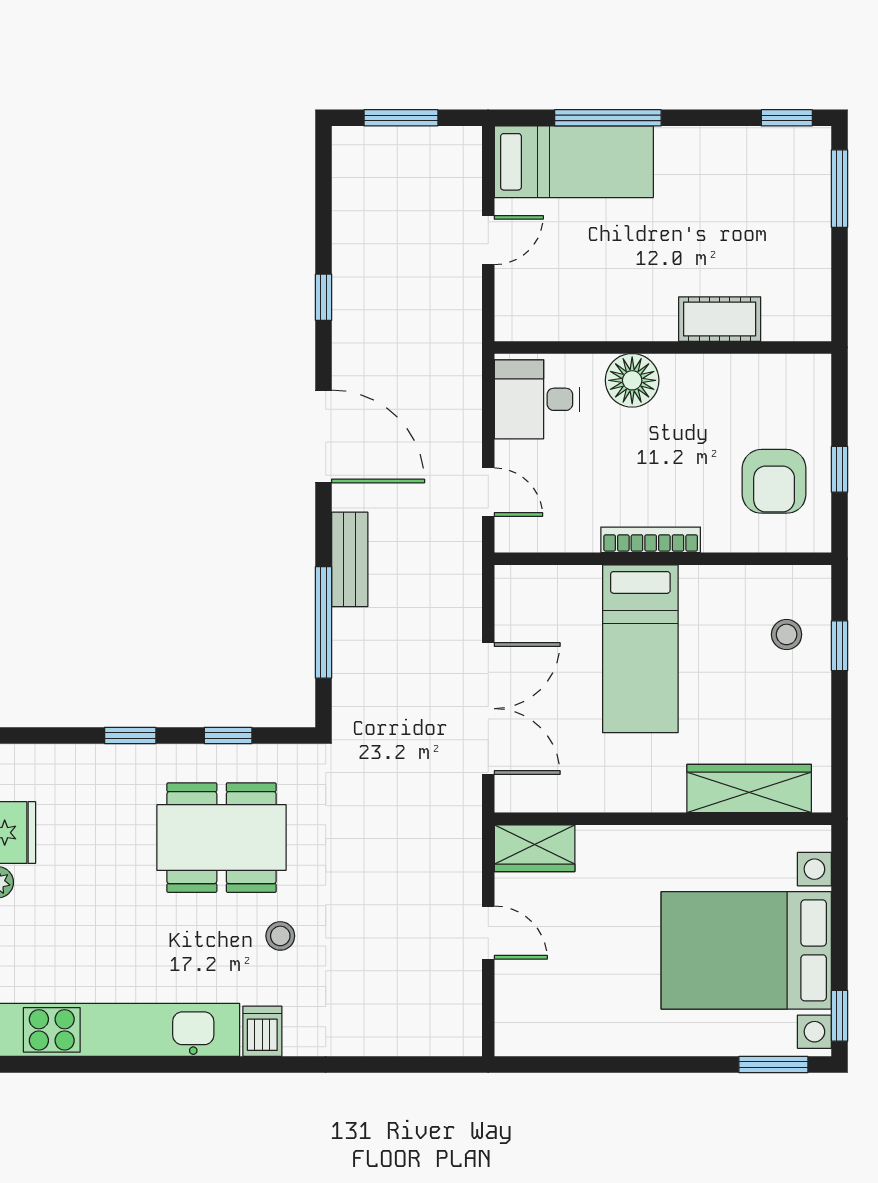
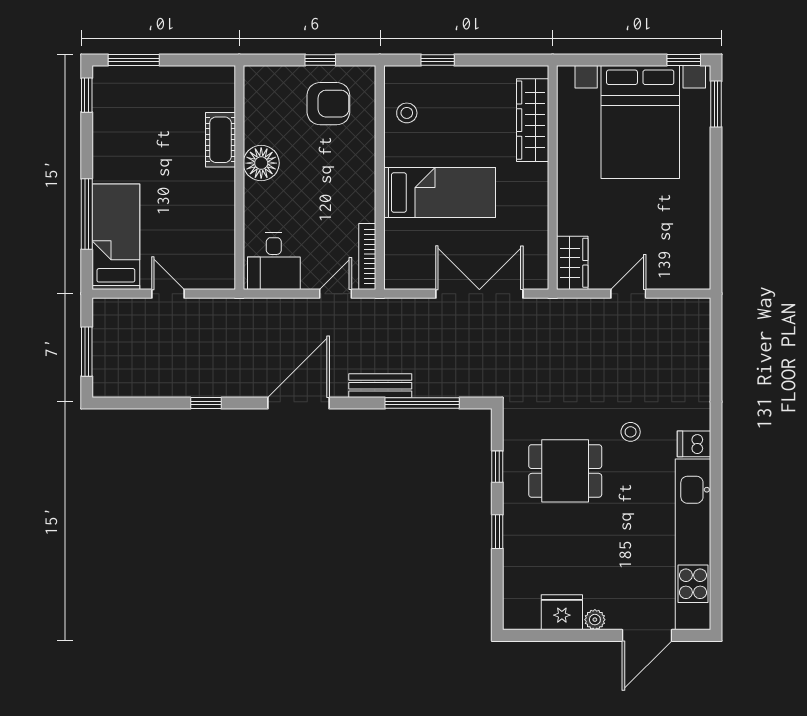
floor lamp: (632, 380) -> (261, 163), moved
bookcase: (651, 540) -> (367, 256), moved
stool: (787, 634) -> (407, 113), moved
dining table: (222, 838) -> (565, 471), width x0.73

